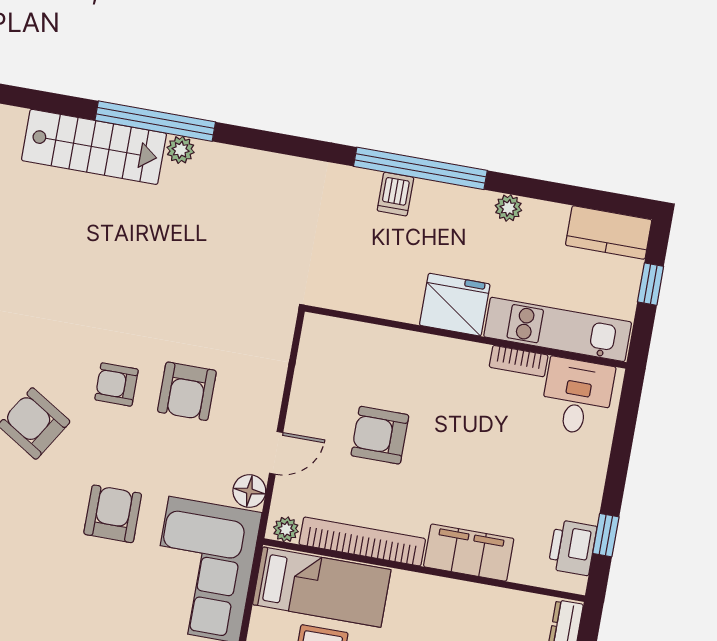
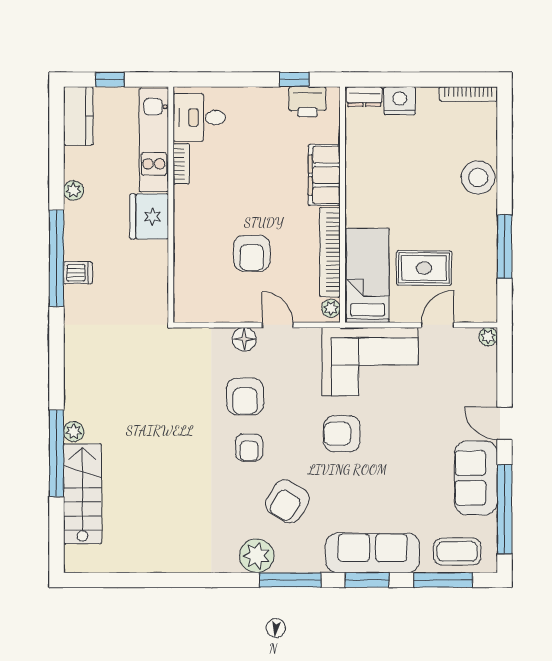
armchair: (187, 391) -> (245, 396), turned 90
floor lamp: (249, 491) -> (244, 339), moved

